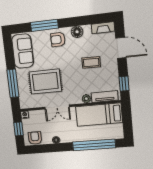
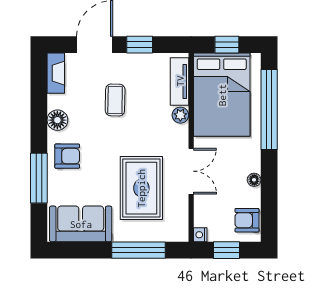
armchair: (58, 40) -> (67, 156), turned -90
window: (124, 84) -> (140, 45), moved
bed: (99, 115) -> (222, 95), width x1.50
window: (127, 120) -> (227, 45), added

